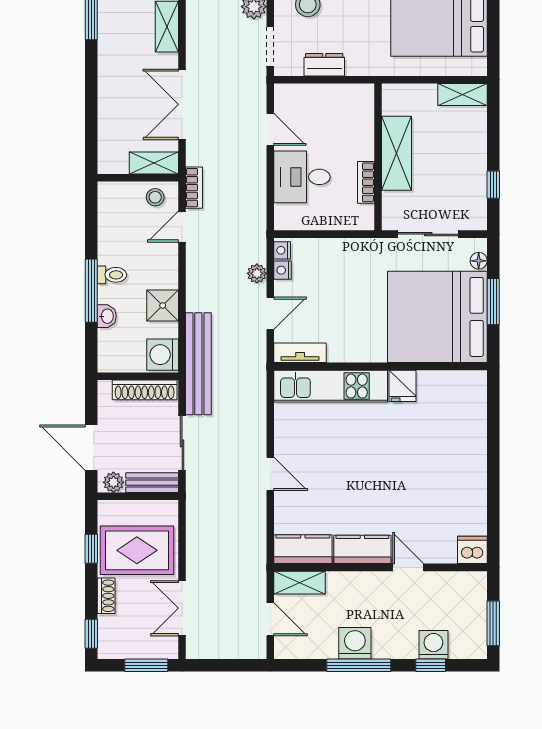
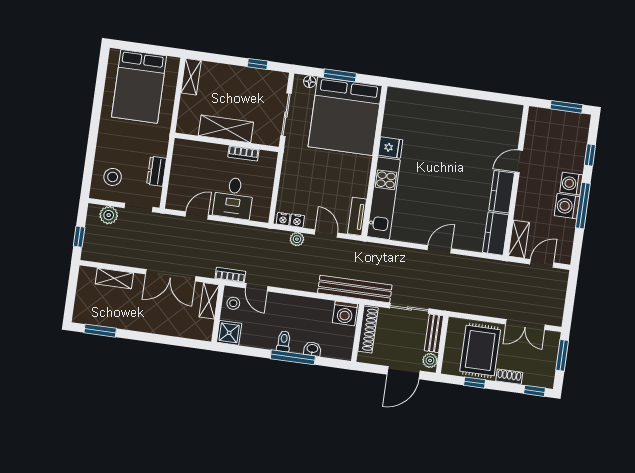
shower: (163, 305) -> (229, 333), moved
dishwasher: (472, 550) -> (513, 114), removed
washing machine: (433, 645) -> (571, 184), moved

